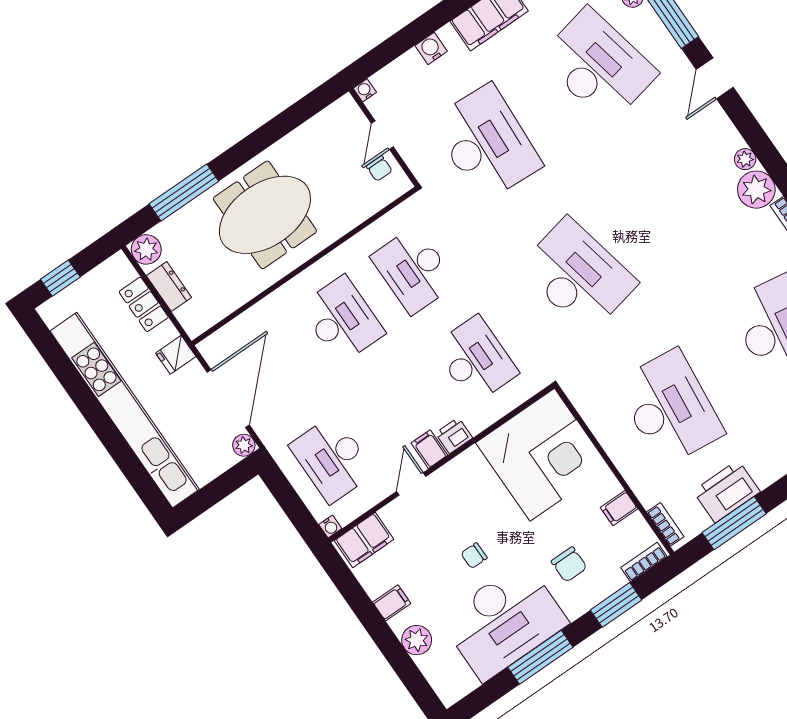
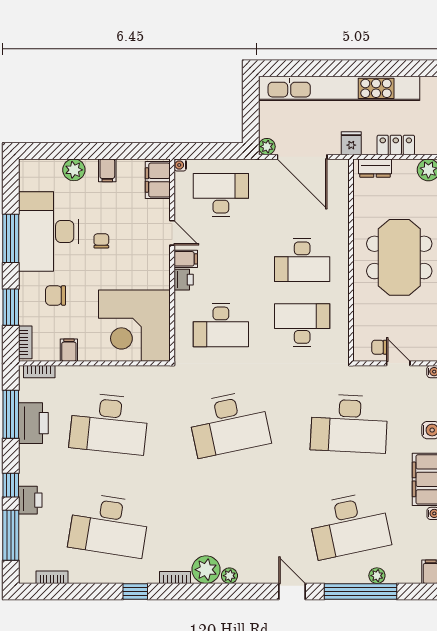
dresser: (169, 287) -> (375, 168), moved

